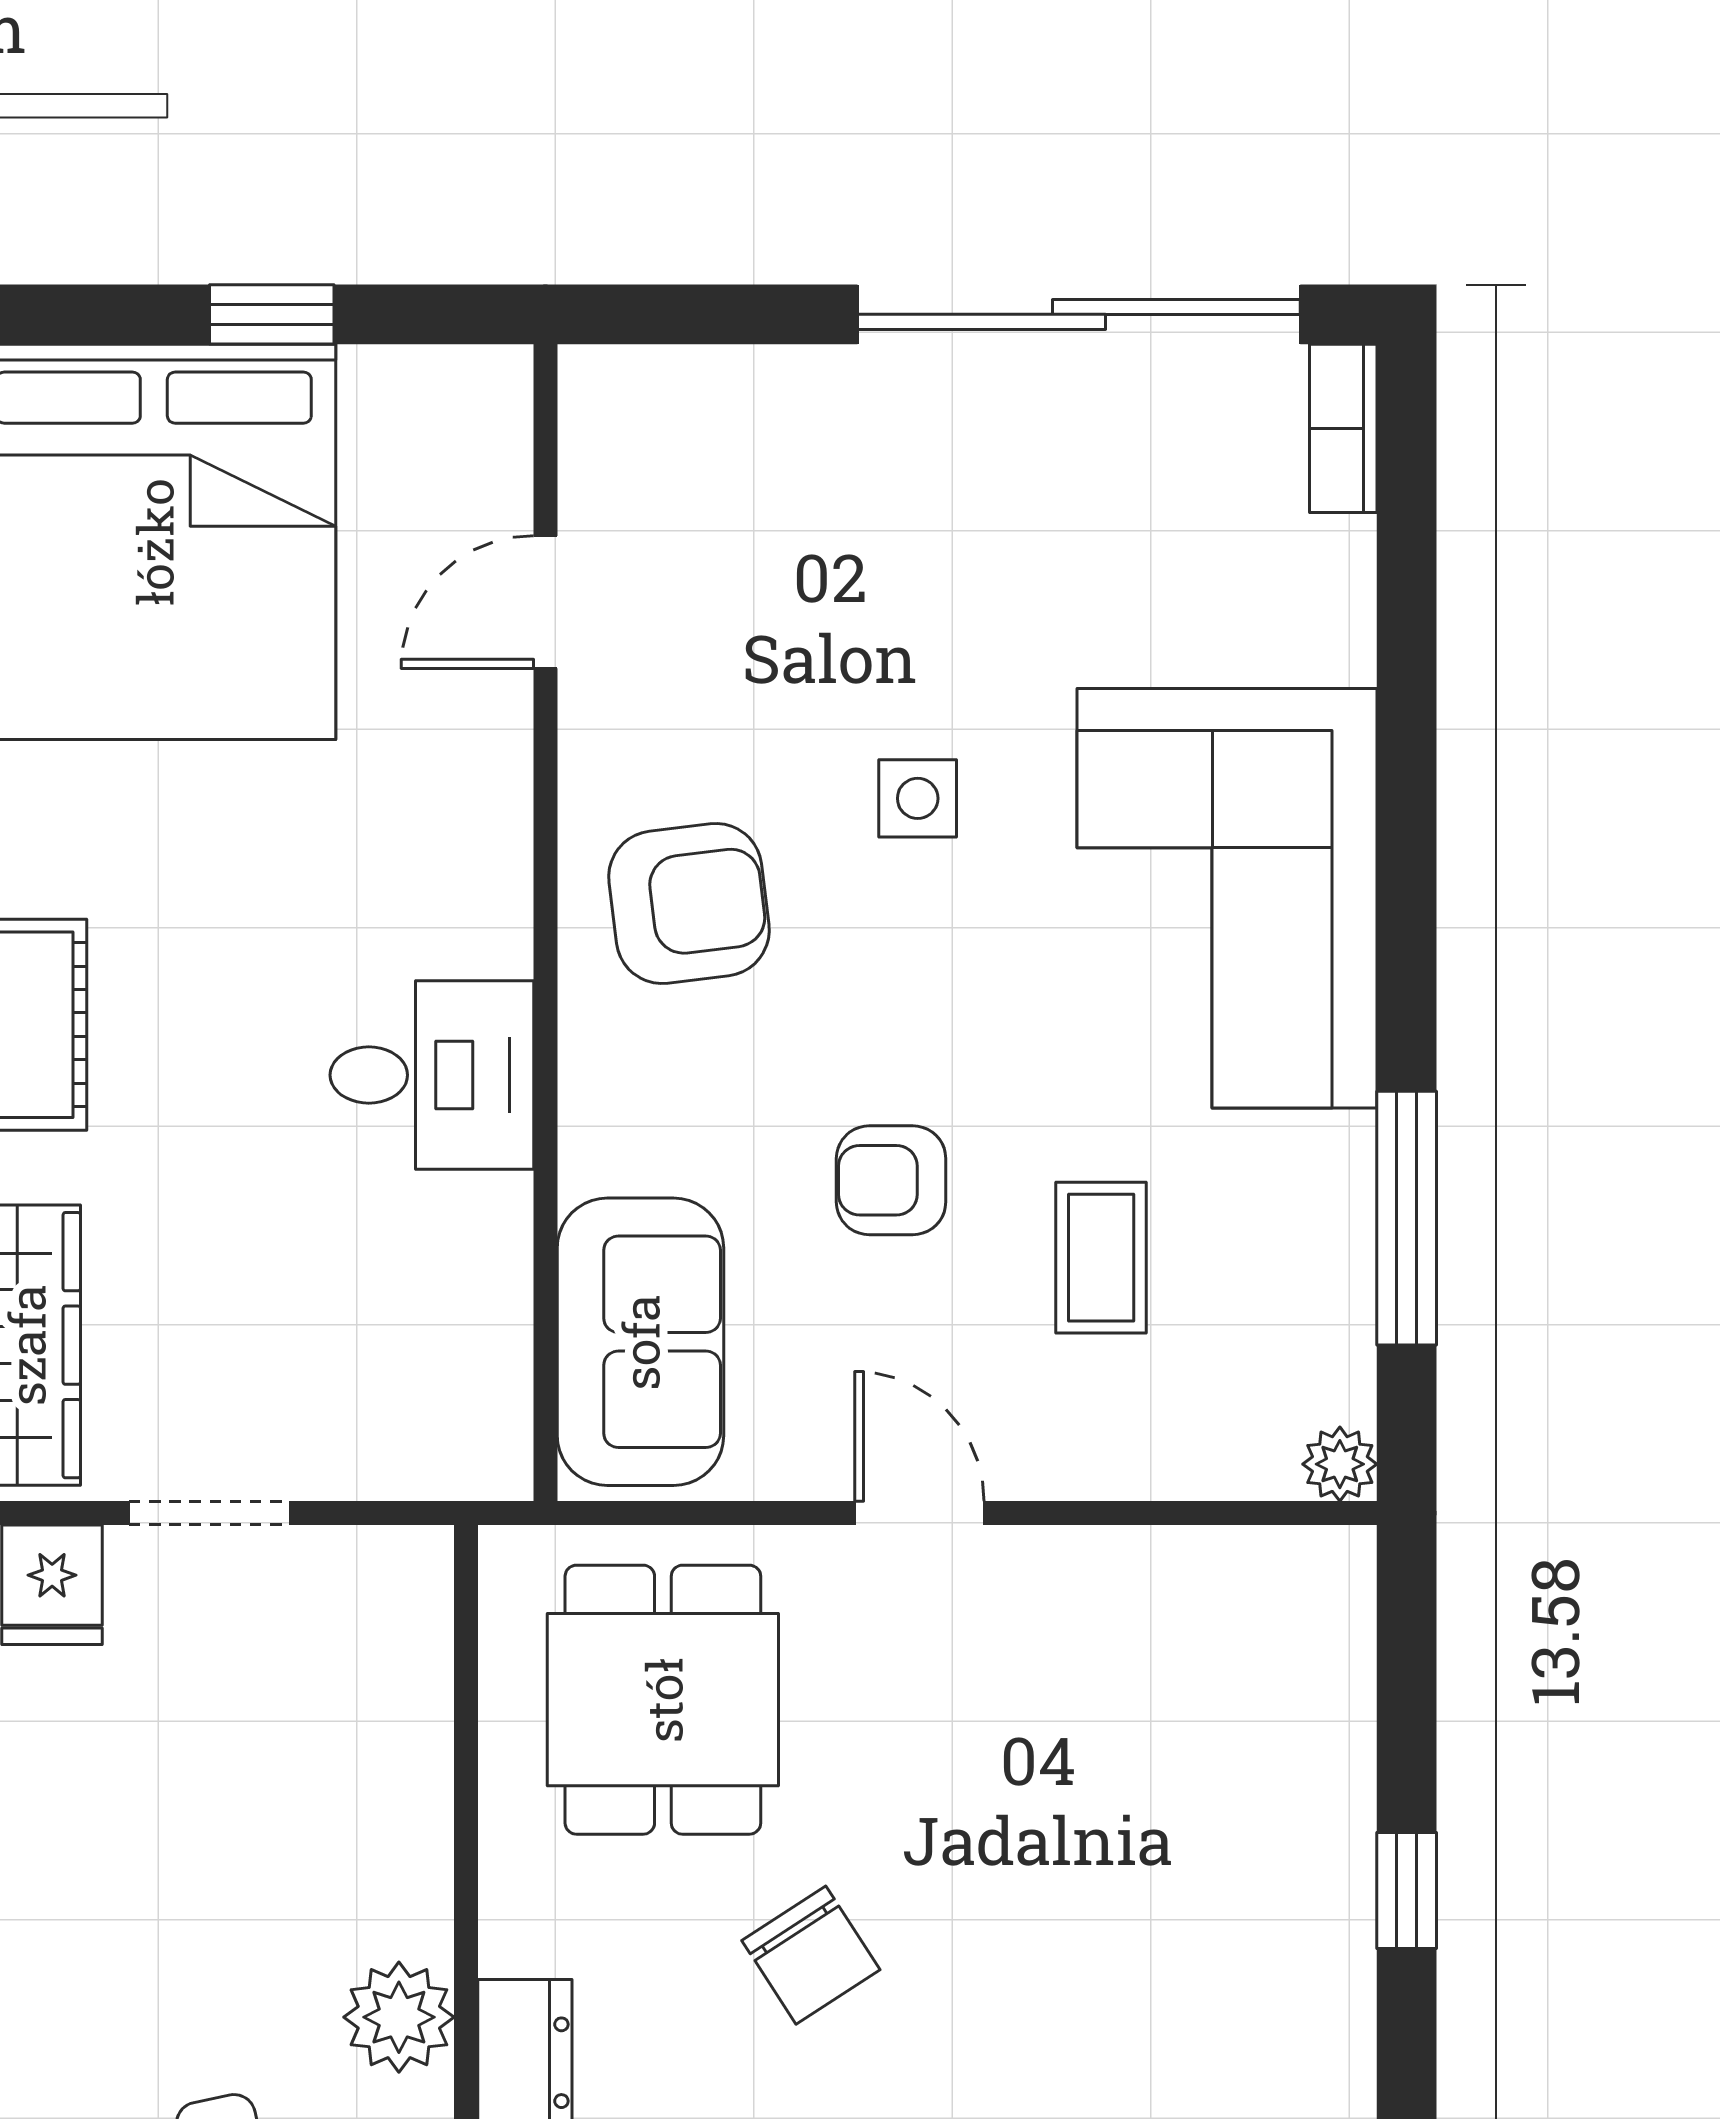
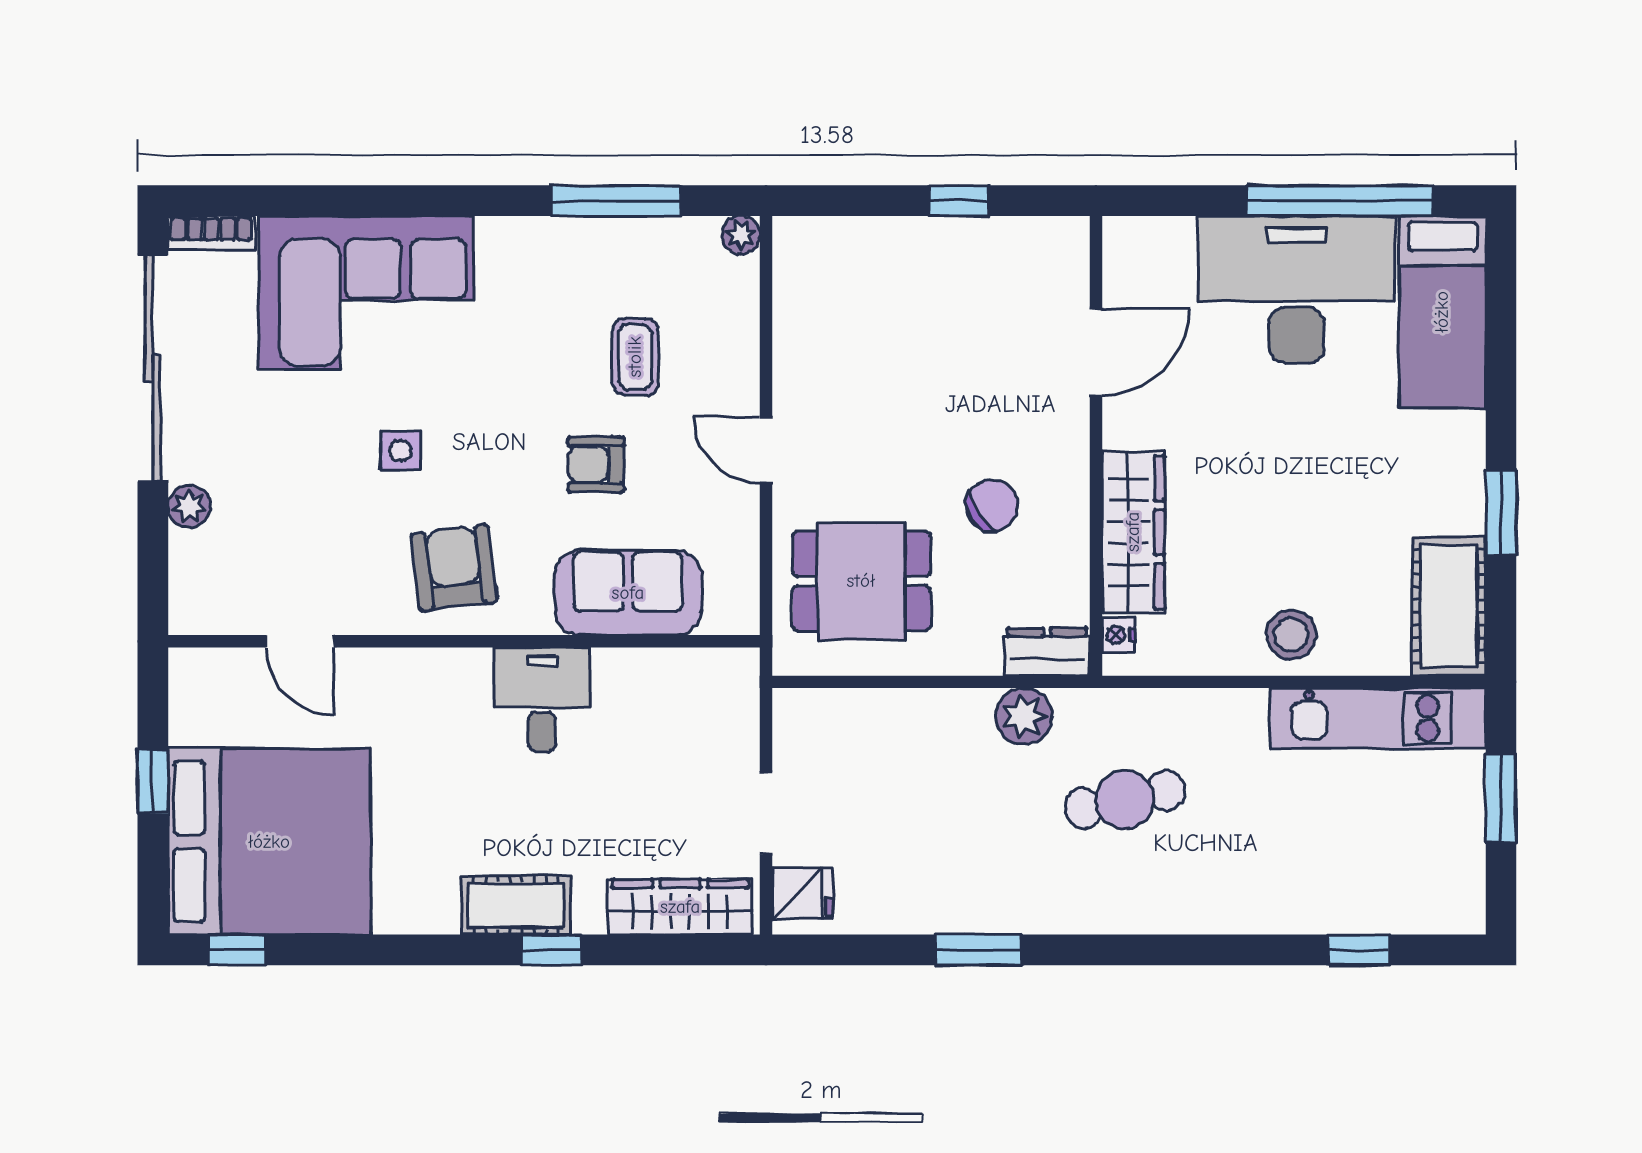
plant: (809, 386) -> (189, 506), added
corner sofa: (1227, 898) -> (366, 293), moved
armchair: (891, 1180) -> (596, 464), turned 90
coffee table: (1101, 1258) -> (635, 357), turned 90
sofa: (640, 1342) -> (628, 593), moved
door: (919, 1513) -> (766, 450), hinge flipped

